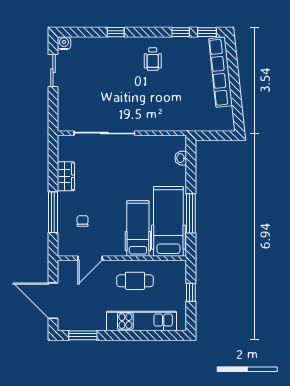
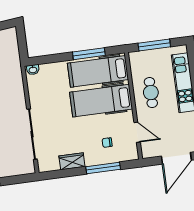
washbasin: (181, 158) -> (33, 70), moved
hospital bed: (138, 229) -> (101, 101), width x1.37, depth x1.29
window: (191, 292) -> (154, 45), width x2.17

